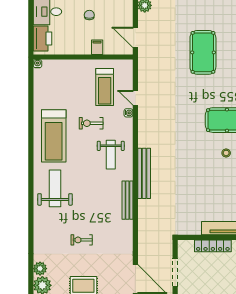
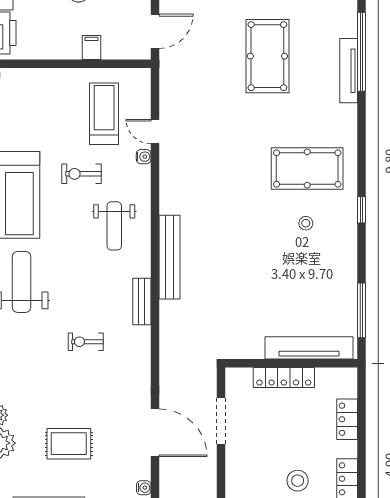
door: (135, 37) -> (155, 31), swing flipped
treadmill: (105, 87) -> (104, 114), turned 180
bench: (127, 200) -> (142, 301), width x0.73
exercise bike: (82, 240) -> (86, 342), moved

